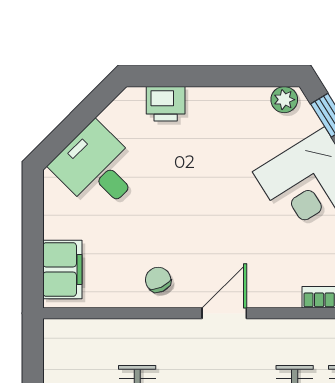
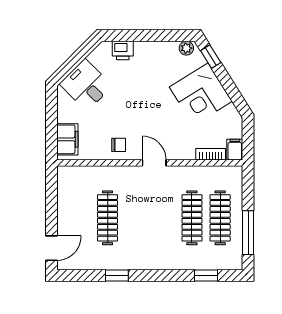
chair: (158, 280) -> (119, 145), turned 115
door: (224, 313) -> (154, 163), hinge flipped

